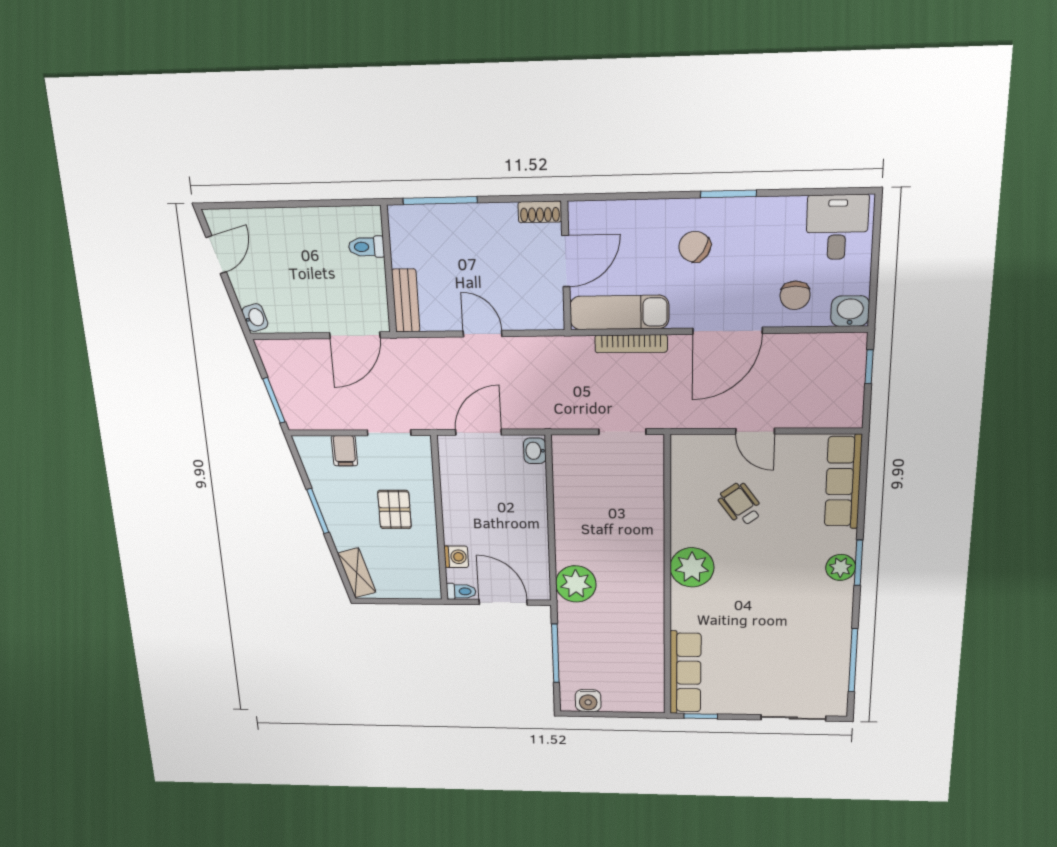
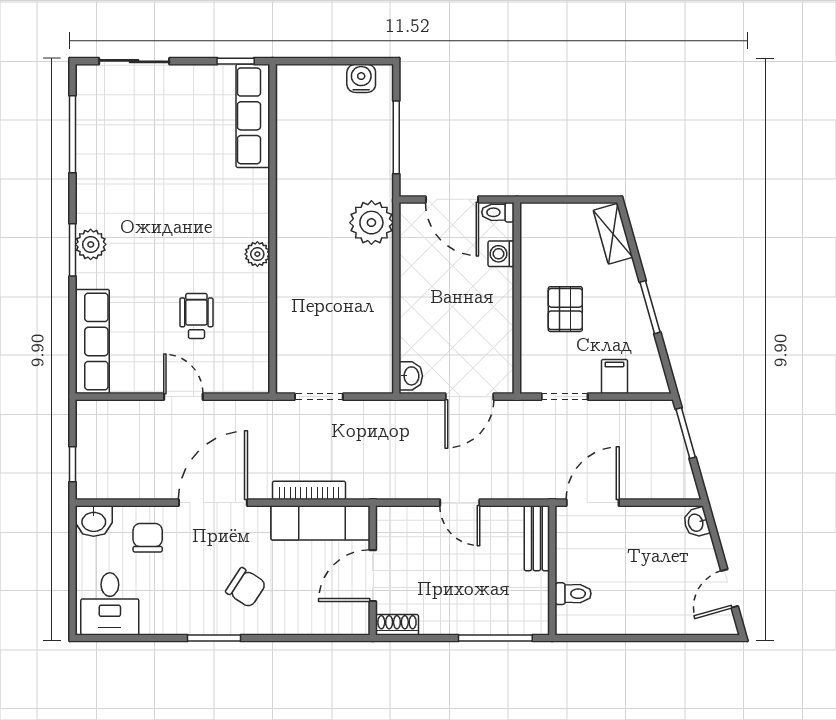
wheelchair: (741, 504) -> (196, 316), turned -144
plant: (692, 567) -> (257, 254), width x0.53, depth x0.53

